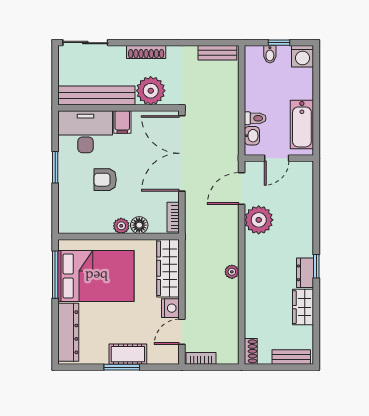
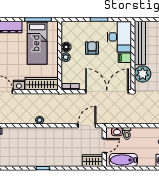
door: (277, 158) -> (104, 146), swing flipped
door: (242, 189) -> (87, 126), hinge flipped
plant: (259, 220) -> (69, 135), removed
floor lamp: (139, 225) -> (66, 47), moved
dresser: (305, 273) -> (39, 162), removed
bed: (96, 276) -> (37, 43), width x0.67
wardrobe: (303, 307) -> (92, 161), moved

